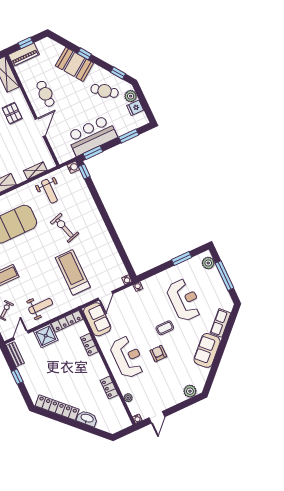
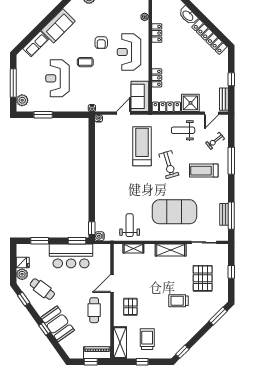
exercise bike: (64, 228) -> (169, 165), moved
treadmill: (73, 272) -> (142, 146), turned 180

